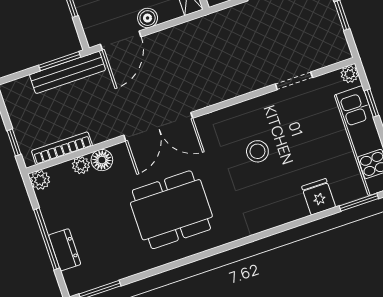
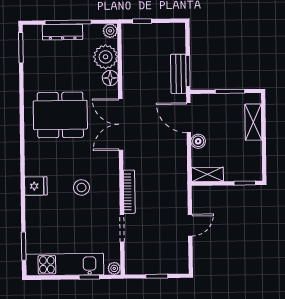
bench: (67, 72) -> (178, 74), width x0.73
bookcase: (62, 148) -> (129, 192), moved
plant: (81, 165) -> (106, 57), width x1.87, depth x1.87
fridge: (319, 197) -> (36, 186), moved
dining table: (171, 210) -> (60, 115), turned 90
dresser: (65, 250) -> (63, 32), width x1.44

